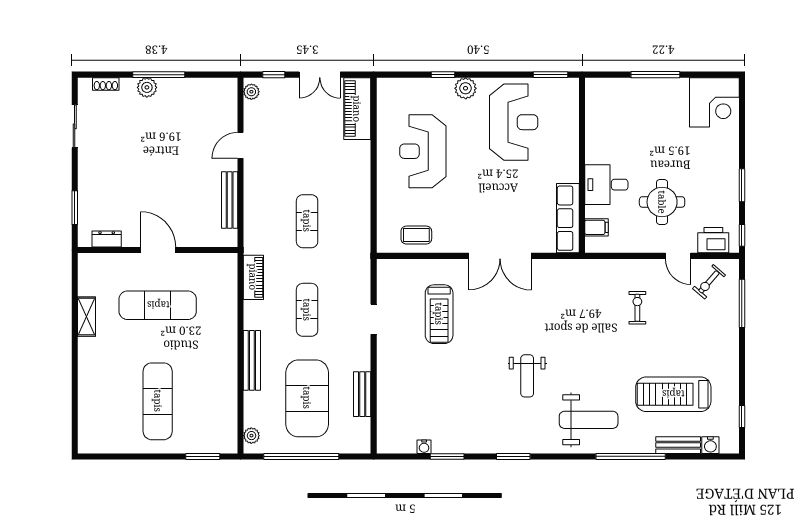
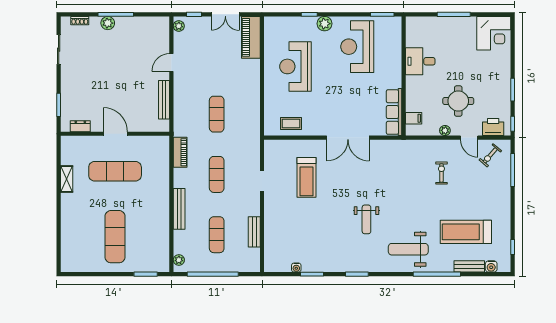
reception desk: (514, 122) -> (357, 47), turned 180
desk: (606, 185) -> (420, 61), moved
plant: (642, 245) -> (445, 130), added
exercise mat: (307, 398) -> (217, 235), width x0.50, depth x0.69
weight bench: (589, 420) -> (408, 249), turned 180

